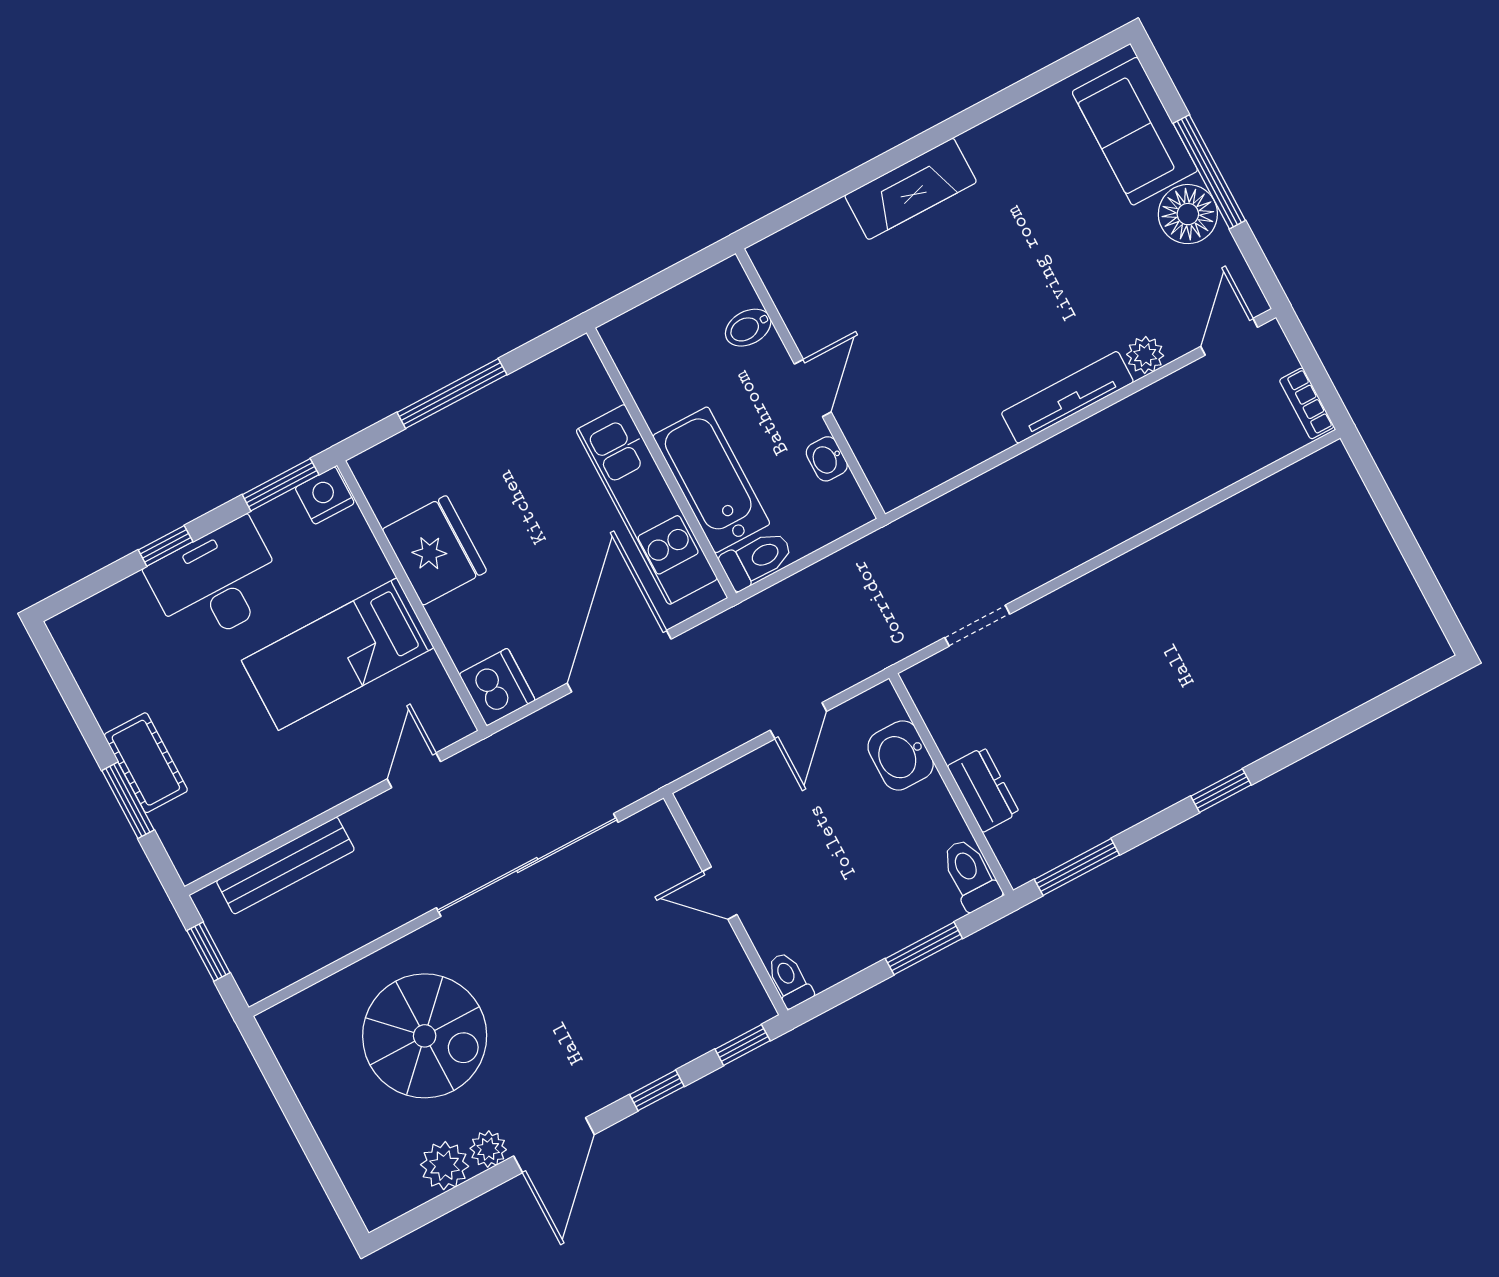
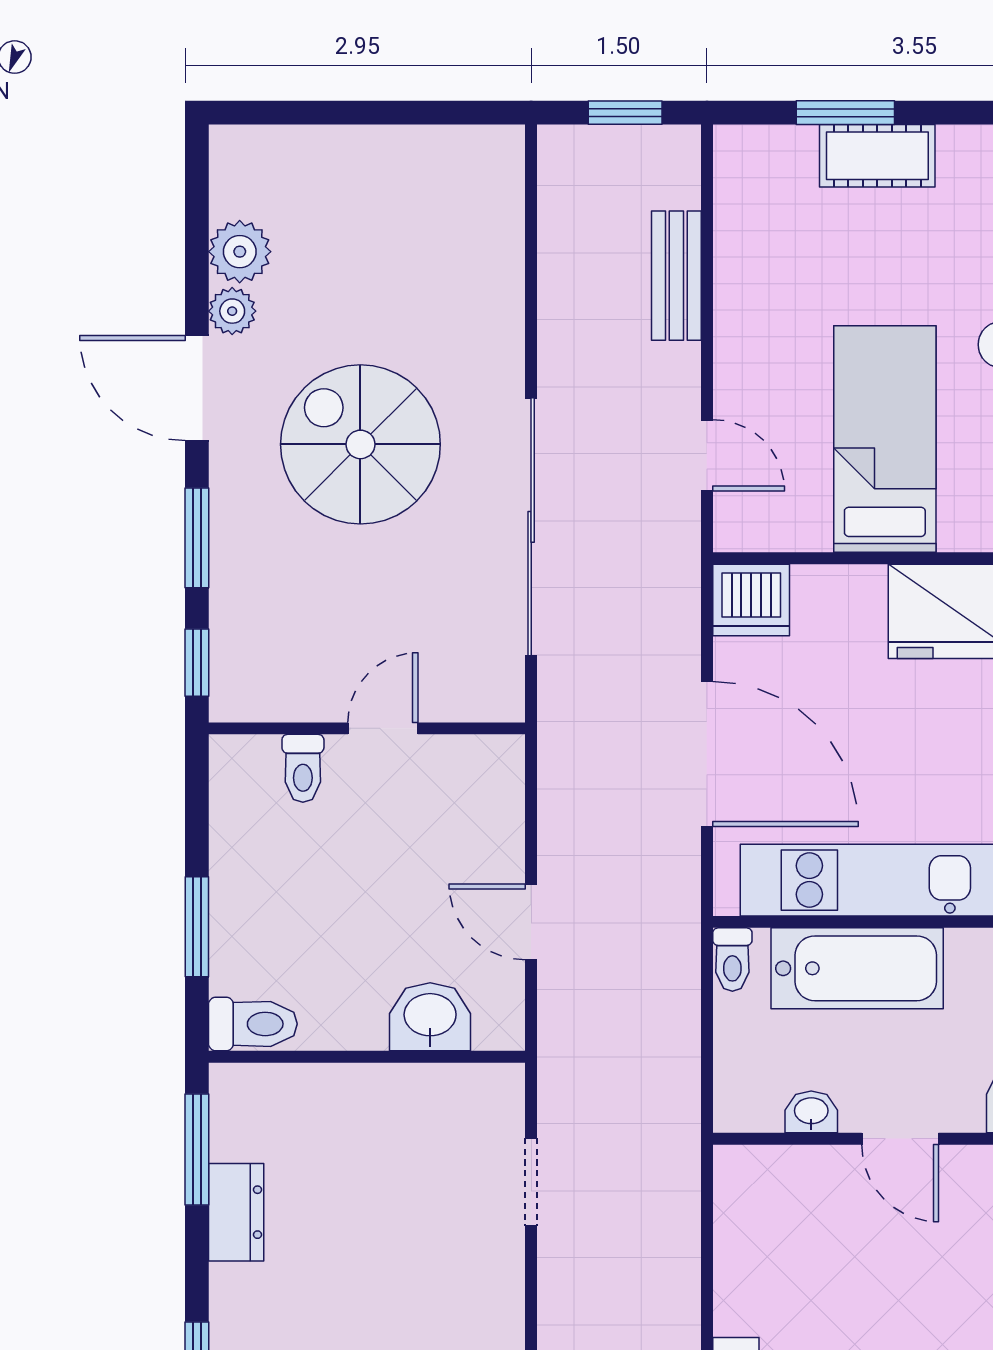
toilet: (757, 559) -> (732, 960), width x0.73, depth x0.72
dresser: (983, 789) -> (236, 1212), moved, turned -90
bench: (285, 866) -> (676, 276), width x0.73
toilet: (789, 980) -> (303, 768), moved, turned 90
spiral stairs: (425, 1036) -> (360, 444), moved, turned 90
window: (657, 1090) -> (197, 538), width x1.50

